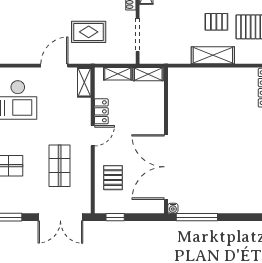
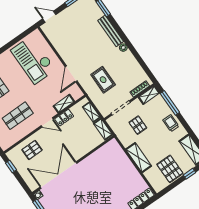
pallet: (216, 22) -> (138, 125), moved
door: (54, 66) -> (71, 74), swing flipped
shelving: (84, 82) -> (64, 104), moved

